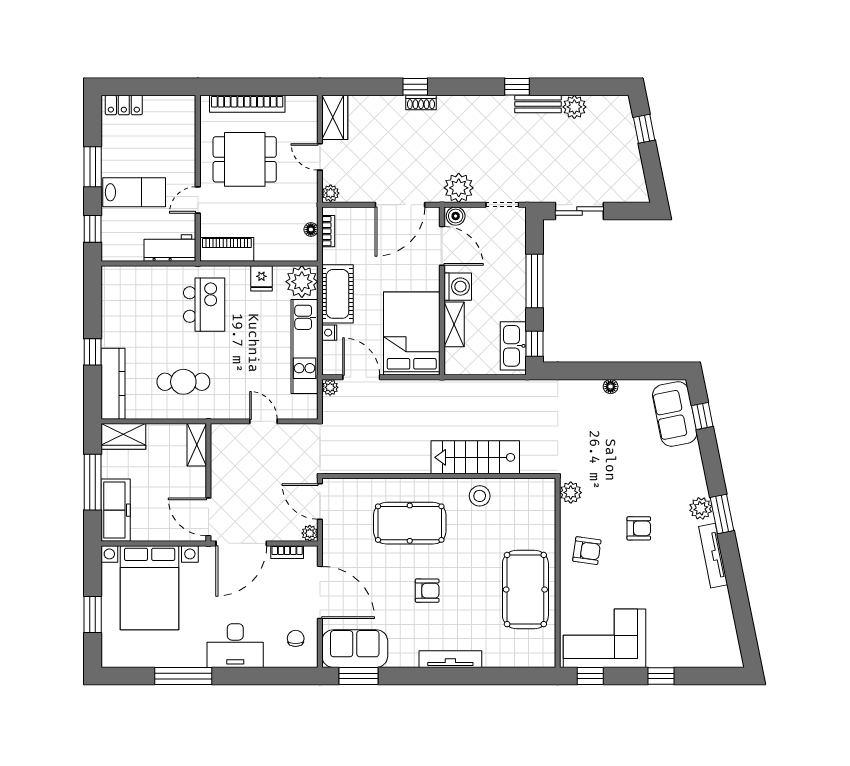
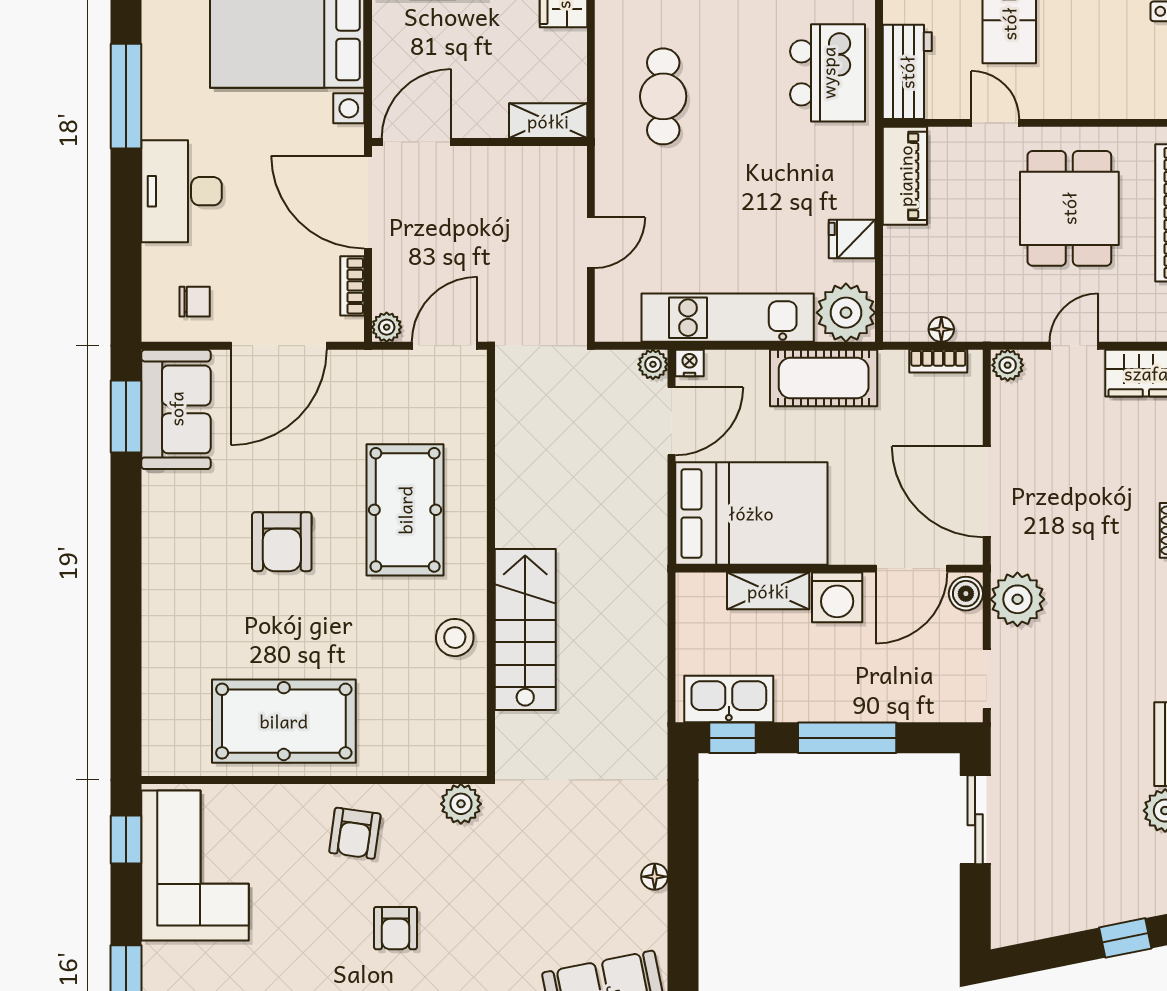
kitchen island: (204, 305) -> (828, 73), moved, turned -90
nightstand: (329, 333) -> (690, 363), moved
armchair: (427, 591) -> (282, 542), width x1.38, depth x1.38
tv unit: (450, 659) -> (157, 584), removed

